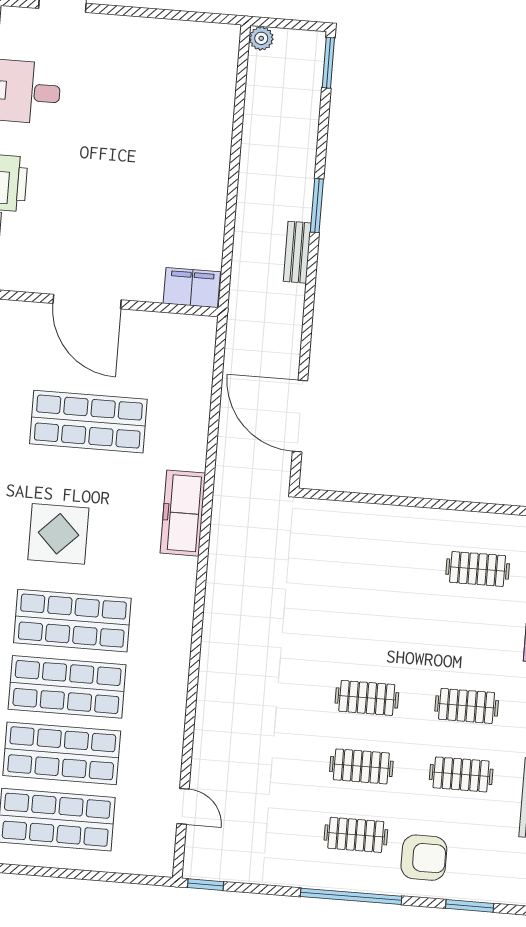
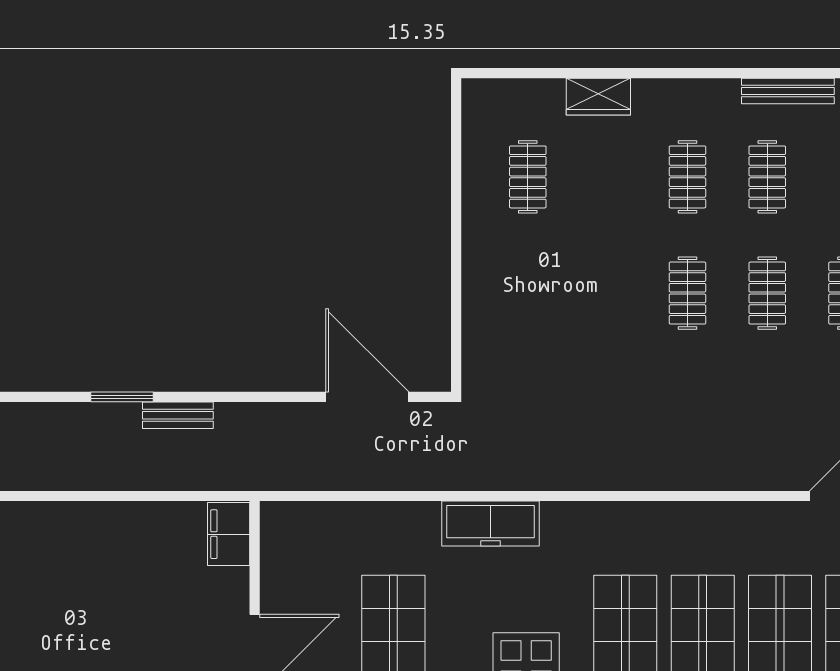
door: (300, 416) -> (367, 397), swing flipped

